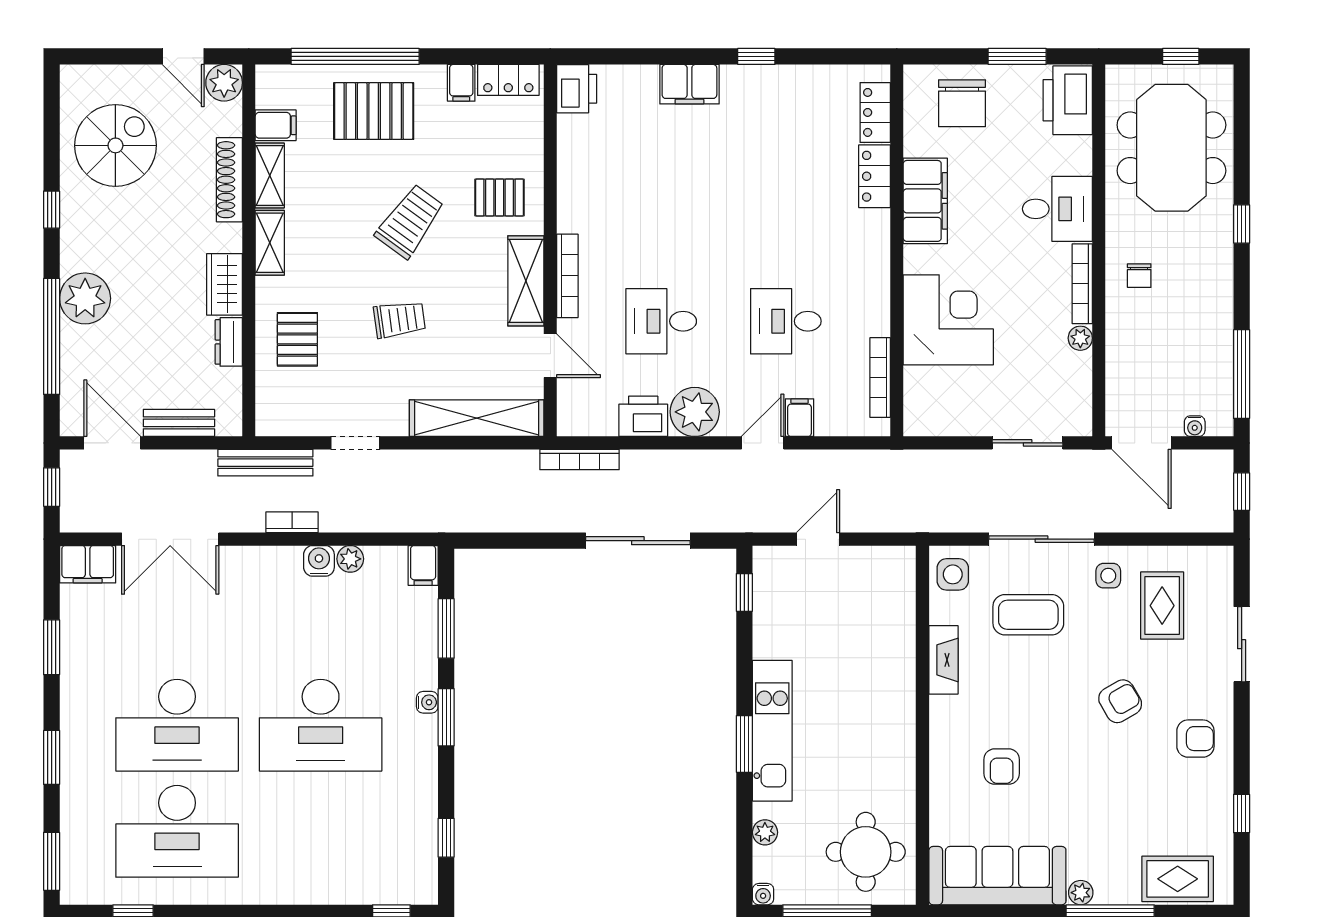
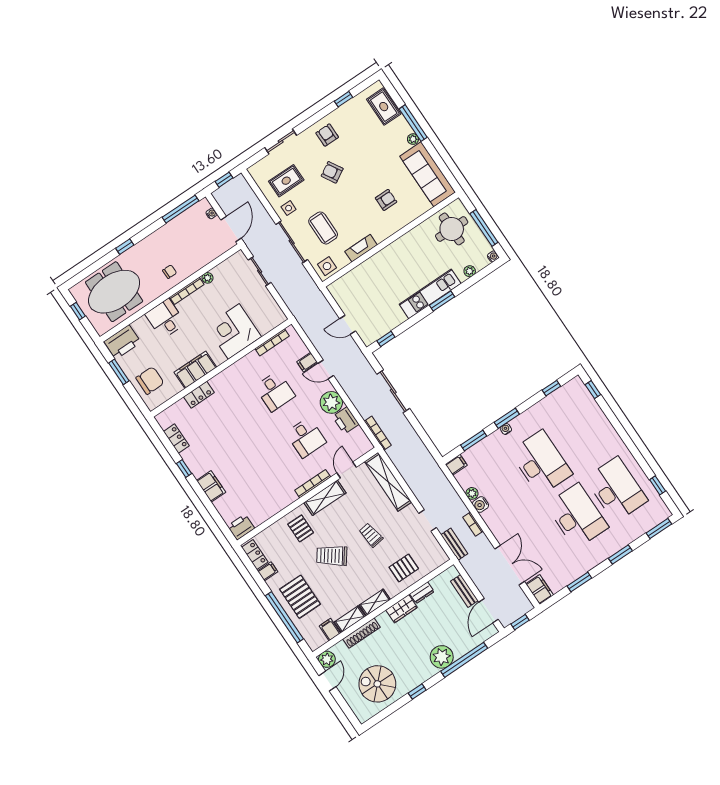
locker: (875, 112) -> (176, 439), moved, turned -90
bench: (265, 463) -> (454, 544), width x0.73

